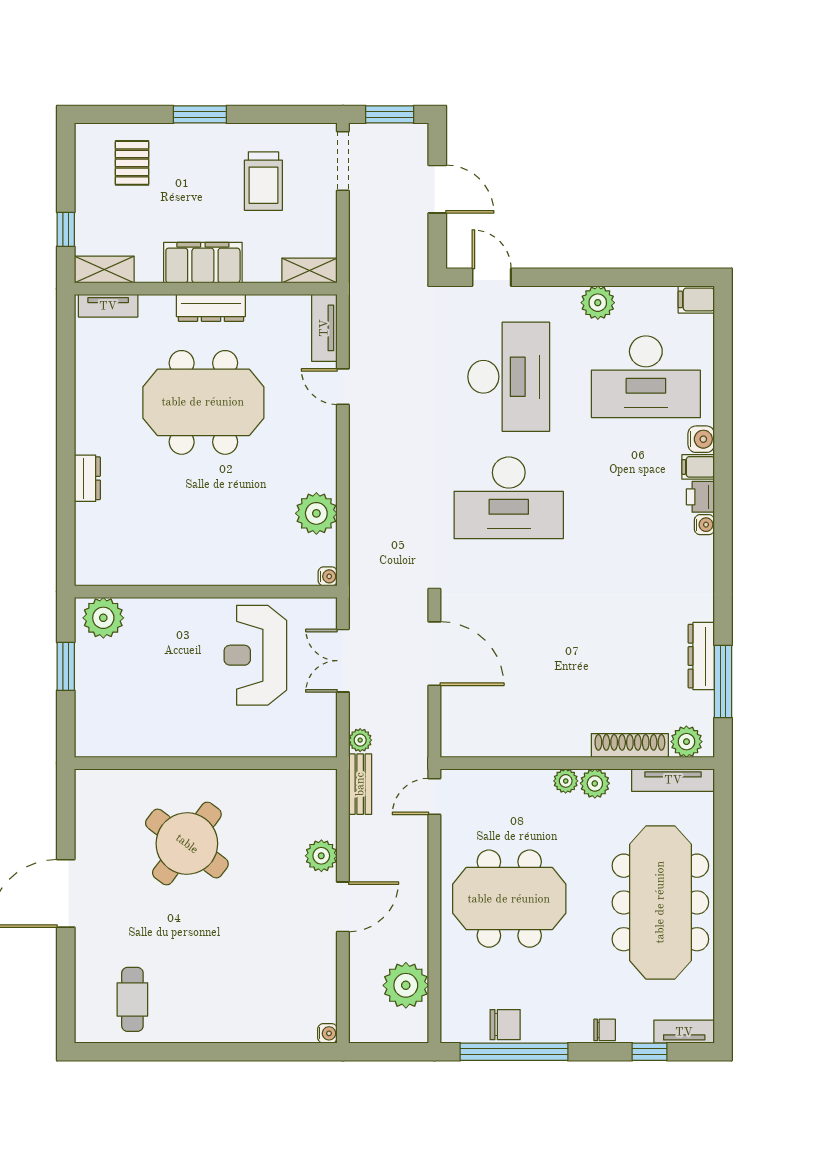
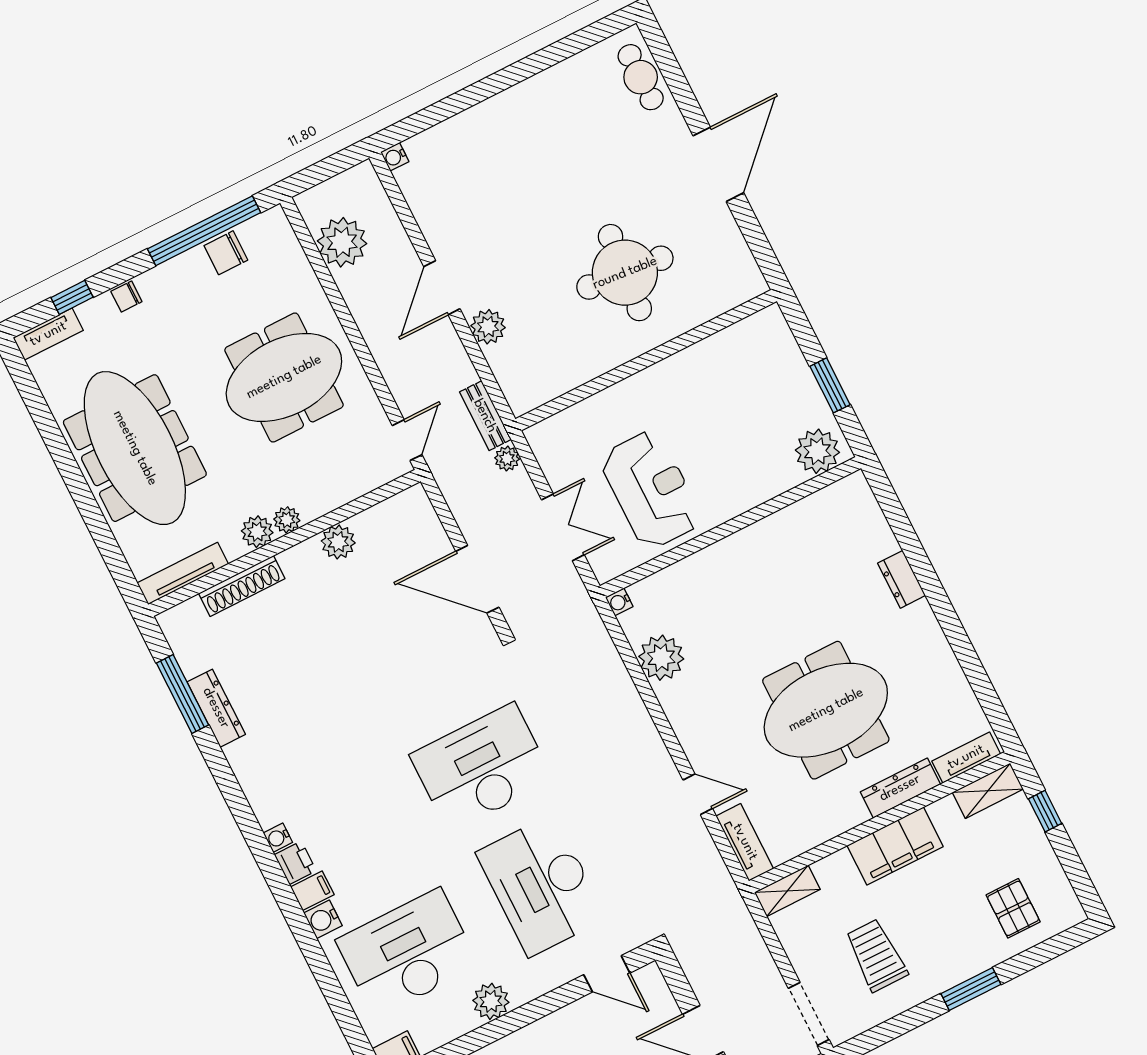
dresser: (211, 308) -> (900, 788), moved
plant: (686, 742) -> (338, 542), moved
round table: (187, 844) -> (625, 273), turned -32
cafe table: (132, 999) -> (641, 77), moved

